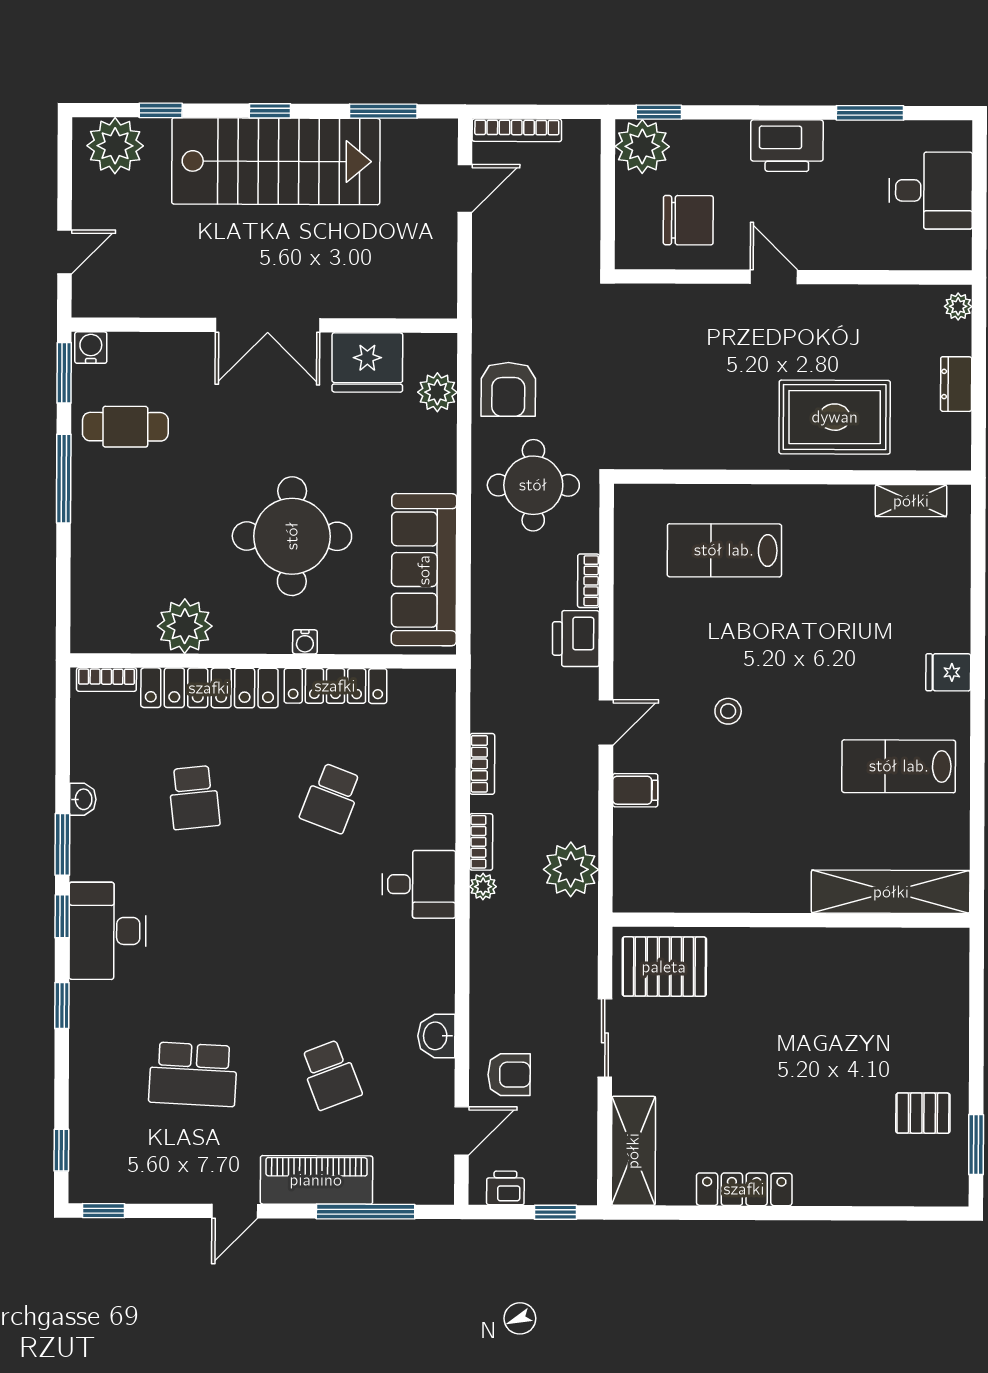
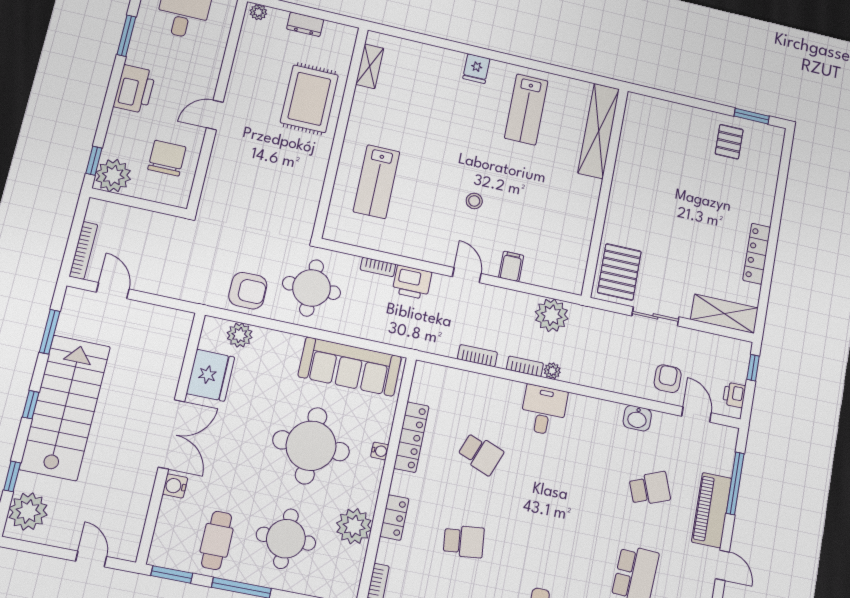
water cooler: (91, 348) -> (175, 486), moved
round table: (147, 528) -> (286, 539), added
locker: (209, 688) -> (394, 518), width x0.46, depth x0.83

